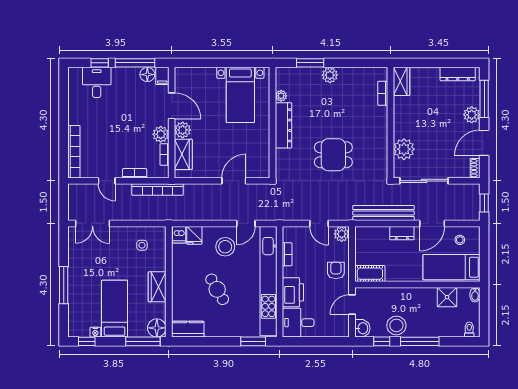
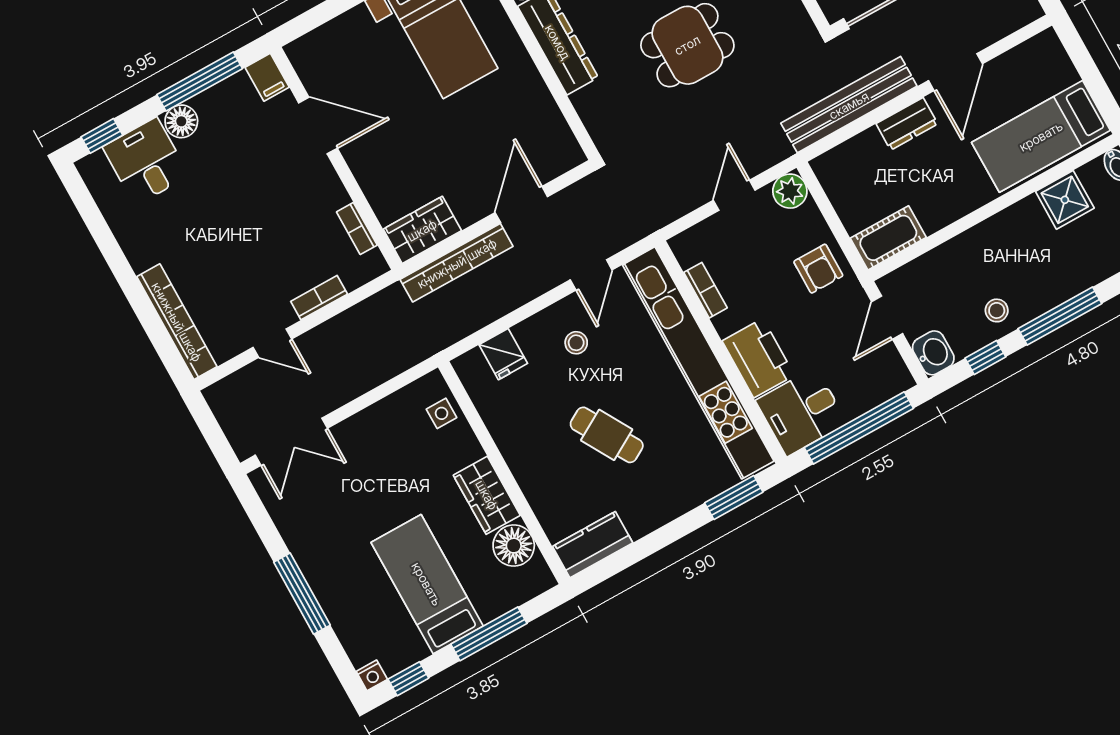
window: (100, 63) -> (102, 136), moved
floor lamp: (147, 75) -> (181, 121), moved
plant: (183, 130) -> (366, 161), removed
plant: (161, 134) -> (328, 193), removed
wardrobe: (183, 154) -> (422, 230), moved, turned -90
bookcase: (157, 190) -> (457, 263), moved
door: (319, 223) -> (734, 195), swing flipped
dishwasher: (179, 235) -> (473, 370), removed
stool: (460, 240) -> (1027, 74), removed
side table: (142, 245) -> (442, 413), moved
stool: (225, 247) -> (576, 343), width x0.53, depth x0.53
armchair: (336, 270) -> (818, 269), turned 180
stool: (396, 325) -> (997, 310), width x0.53, depth x0.53
floor lamp: (157, 328) -> (514, 546), moved
nightstand: (95, 332) -> (372, 675), moved
window: (143, 341) -> (489, 634), moved
window: (317, 341) -> (859, 428), added

